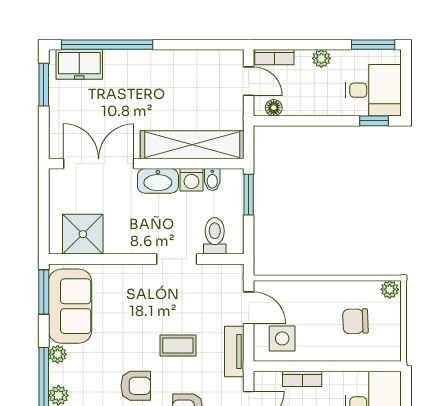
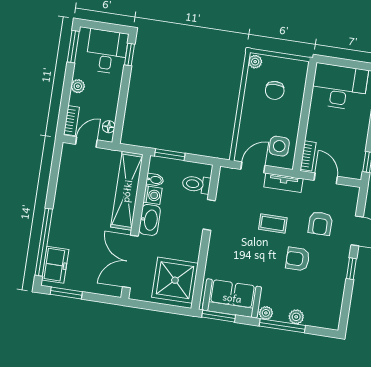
shower: (83, 234) -> (175, 280), width x1.37, depth x1.37
coffee table: (178, 346) -> (273, 224), turned 90
bookcase: (302, 379) -> (308, 156), moved
armchair: (136, 386) -> (298, 259), turned -90

